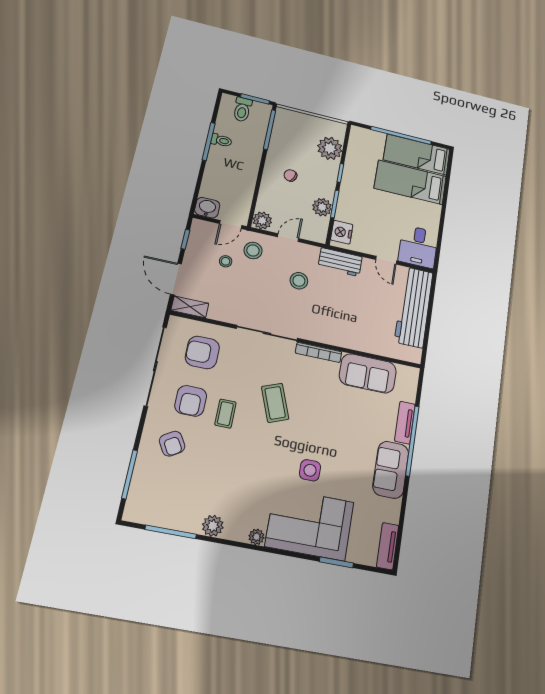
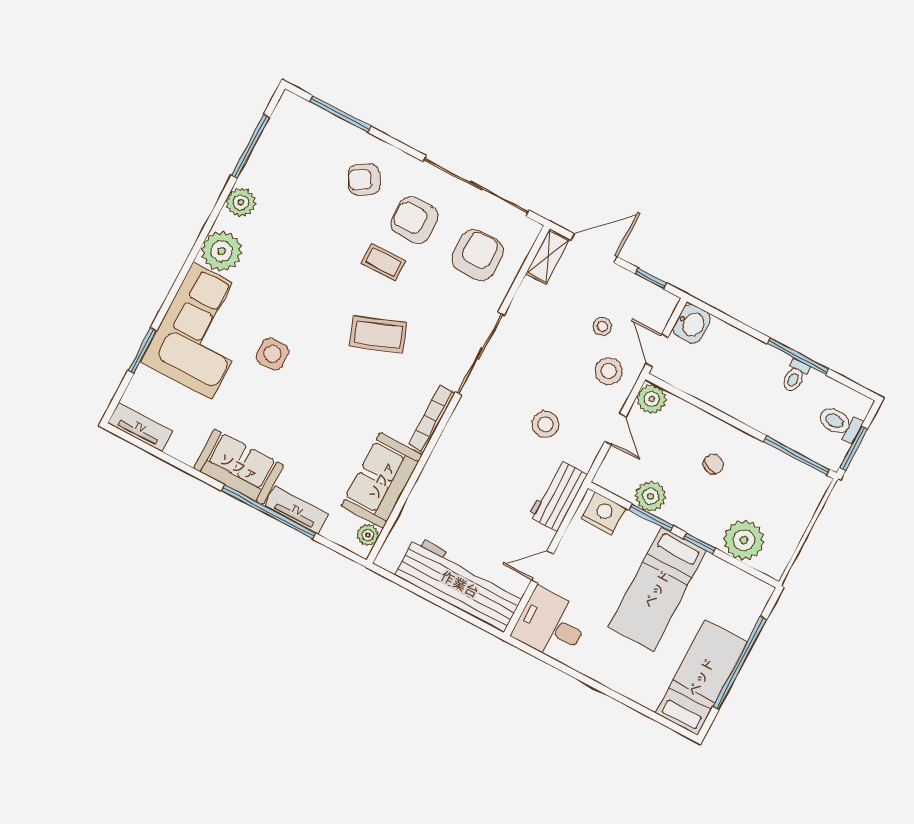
bed: (410, 182) -> (657, 589), moved, turned 180
plant: (404, 372) -> (368, 535), added
plant: (257, 537) -> (222, 251), width x1.87, depth x1.87

